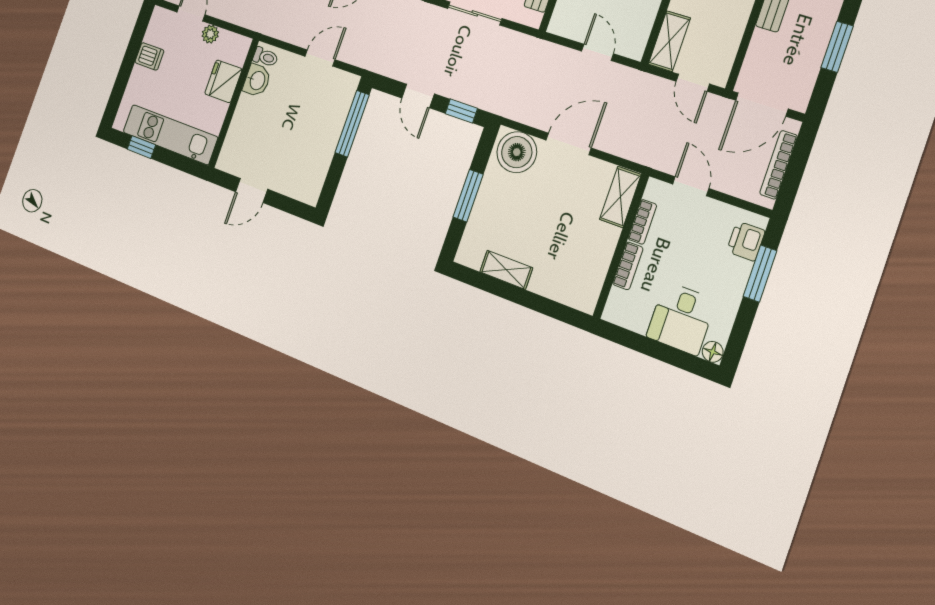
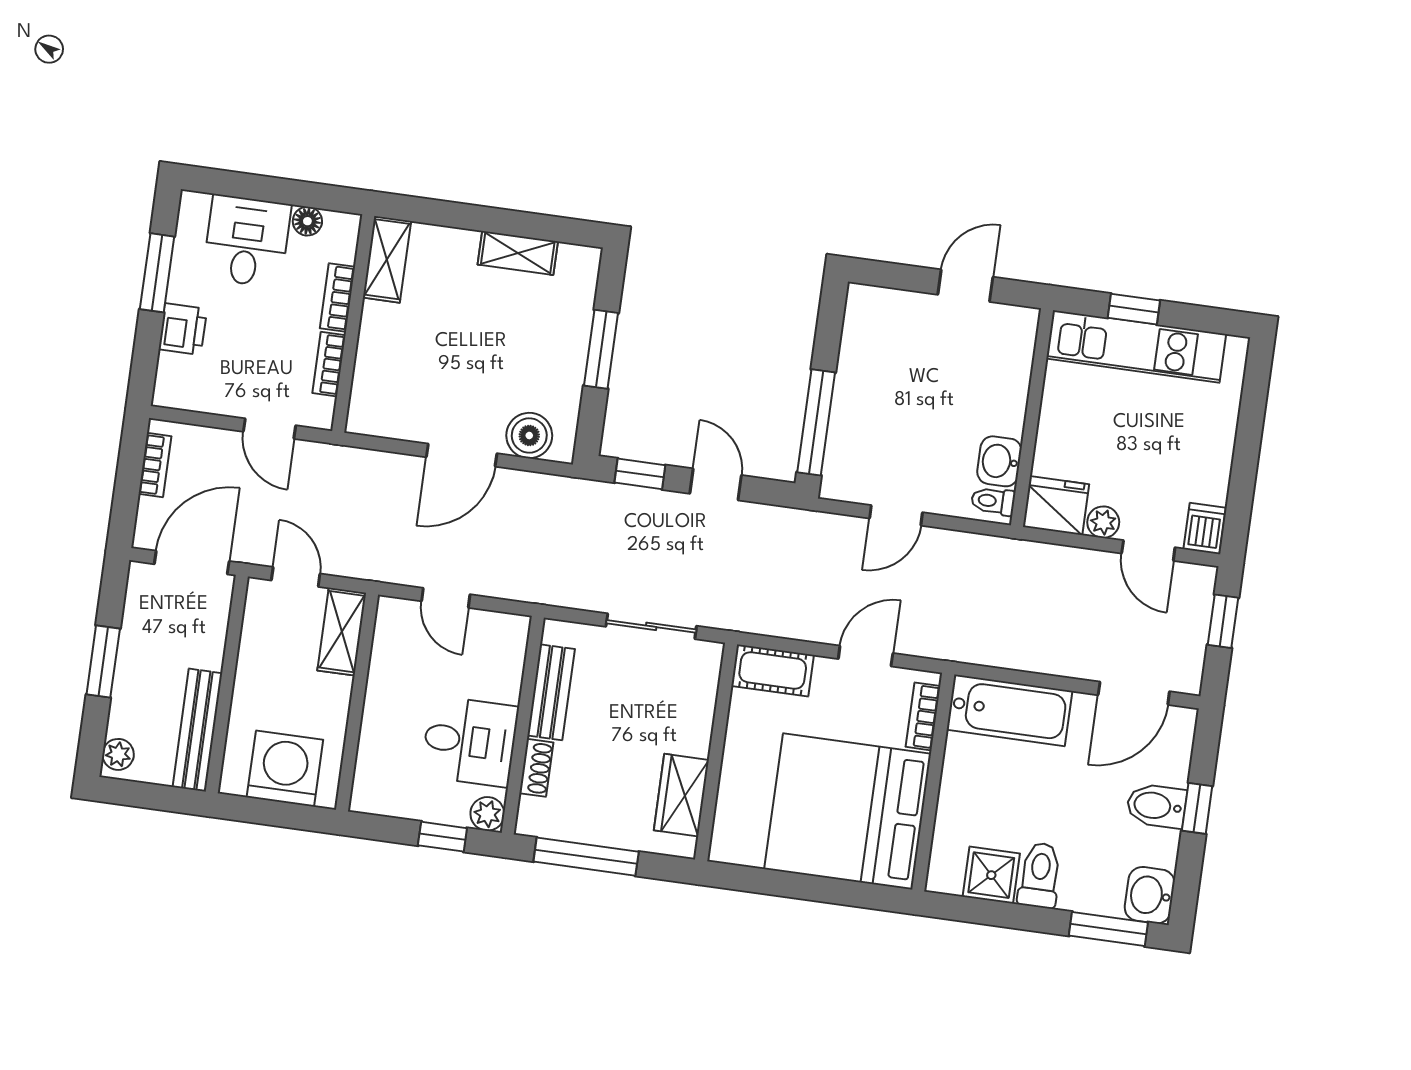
dishwasher: (149, 56) -> (1205, 529), moved, turned 90
fridge: (223, 81) -> (1056, 506), moved, turned -90
window: (141, 147) -> (1134, 309), moved
boiler: (517, 152) -> (529, 436), width x0.73, depth x0.73
bookcase: (779, 165) -> (155, 465), width x0.64
shelving: (620, 197) -> (387, 259), moved
printer: (746, 241) -> (183, 329), moved
window: (760, 274) -> (157, 273), moved
floor lamp: (713, 352) -> (307, 221), moved

